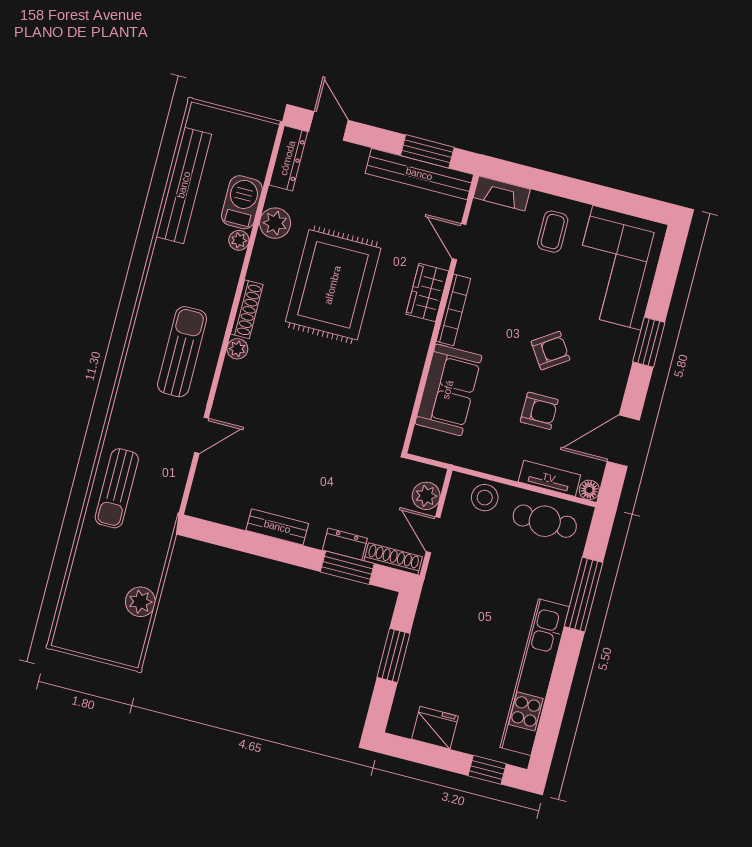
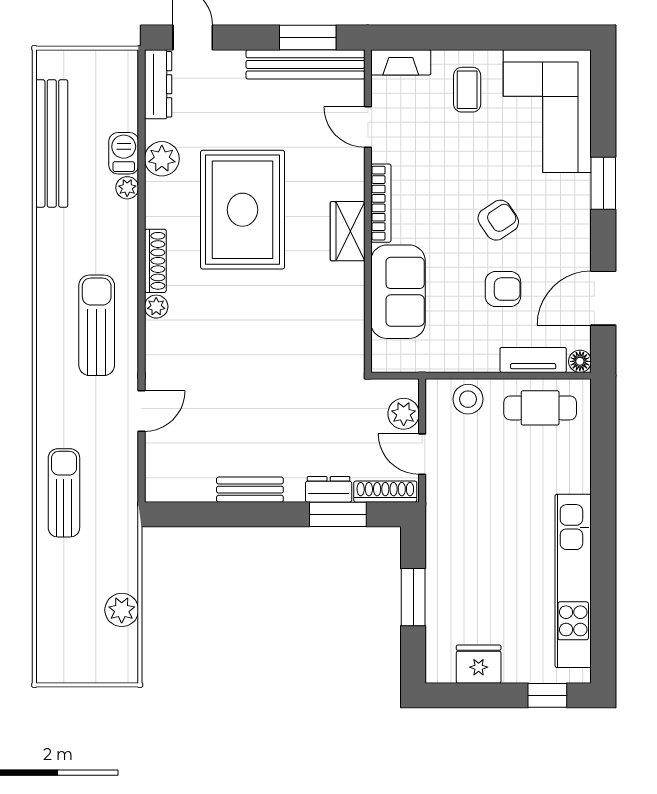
barbecue: (242, 202) -> (124, 153), width x0.73, depth x0.79
wardrobe: (427, 293) -> (348, 231), moved
sun lounger: (117, 488) -> (64, 493), turned 180
window: (584, 595) -> (603, 477), removed

